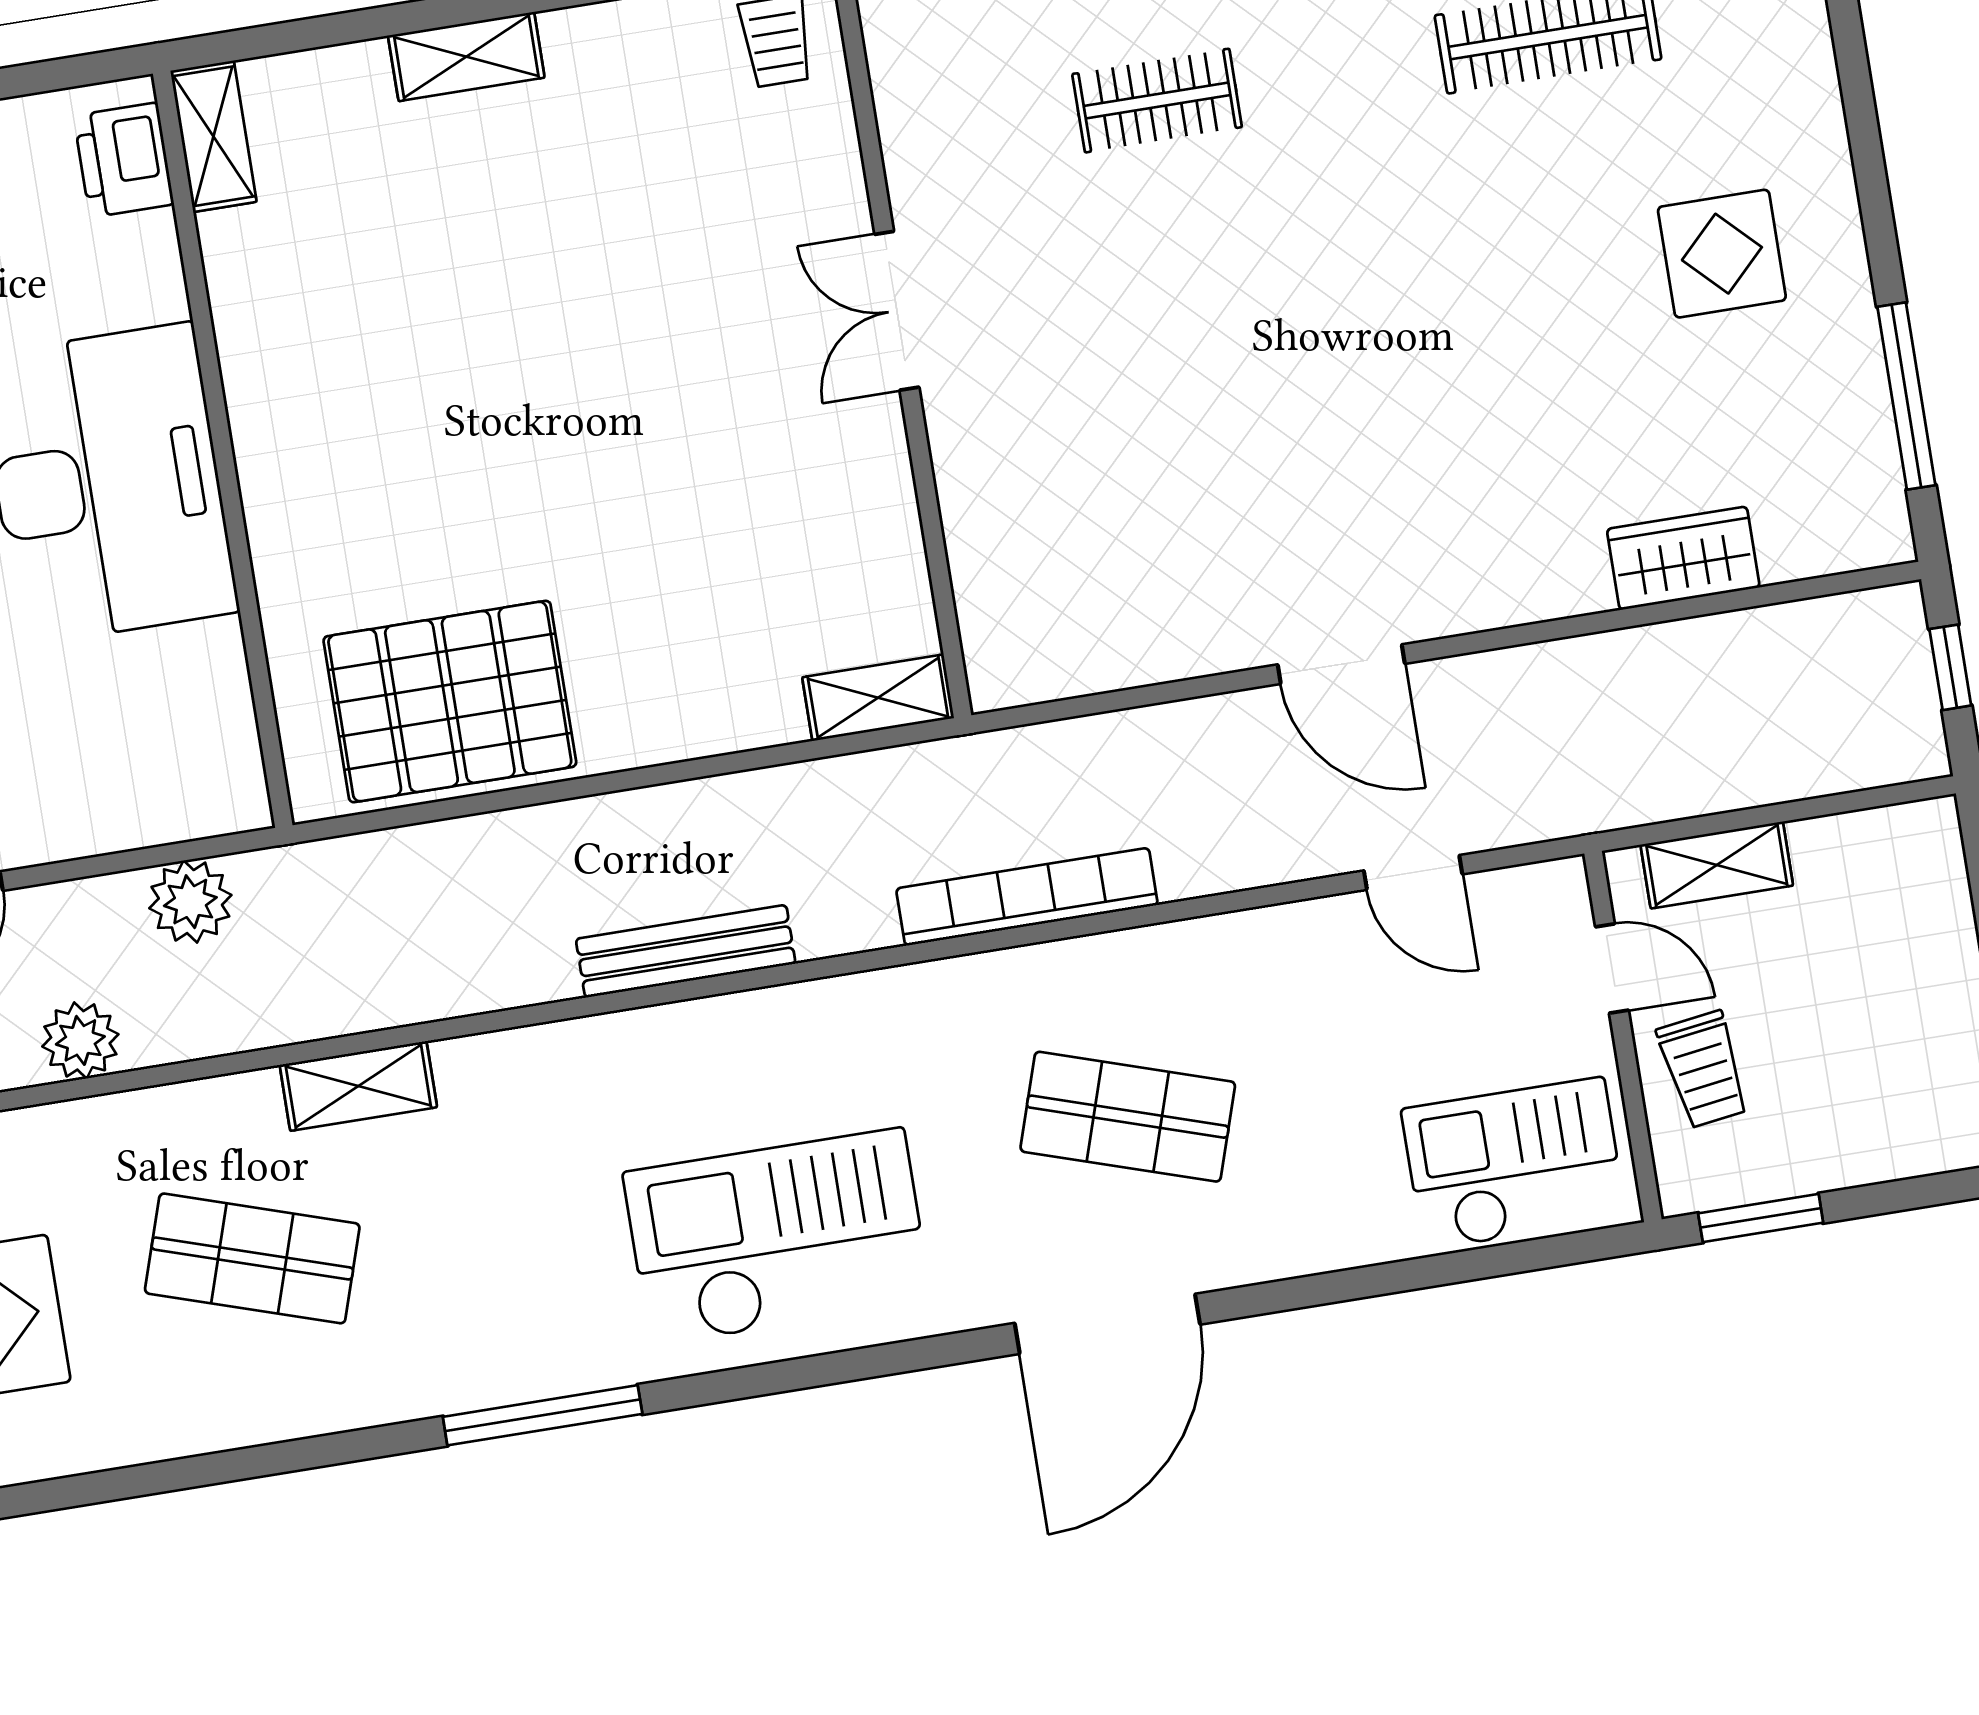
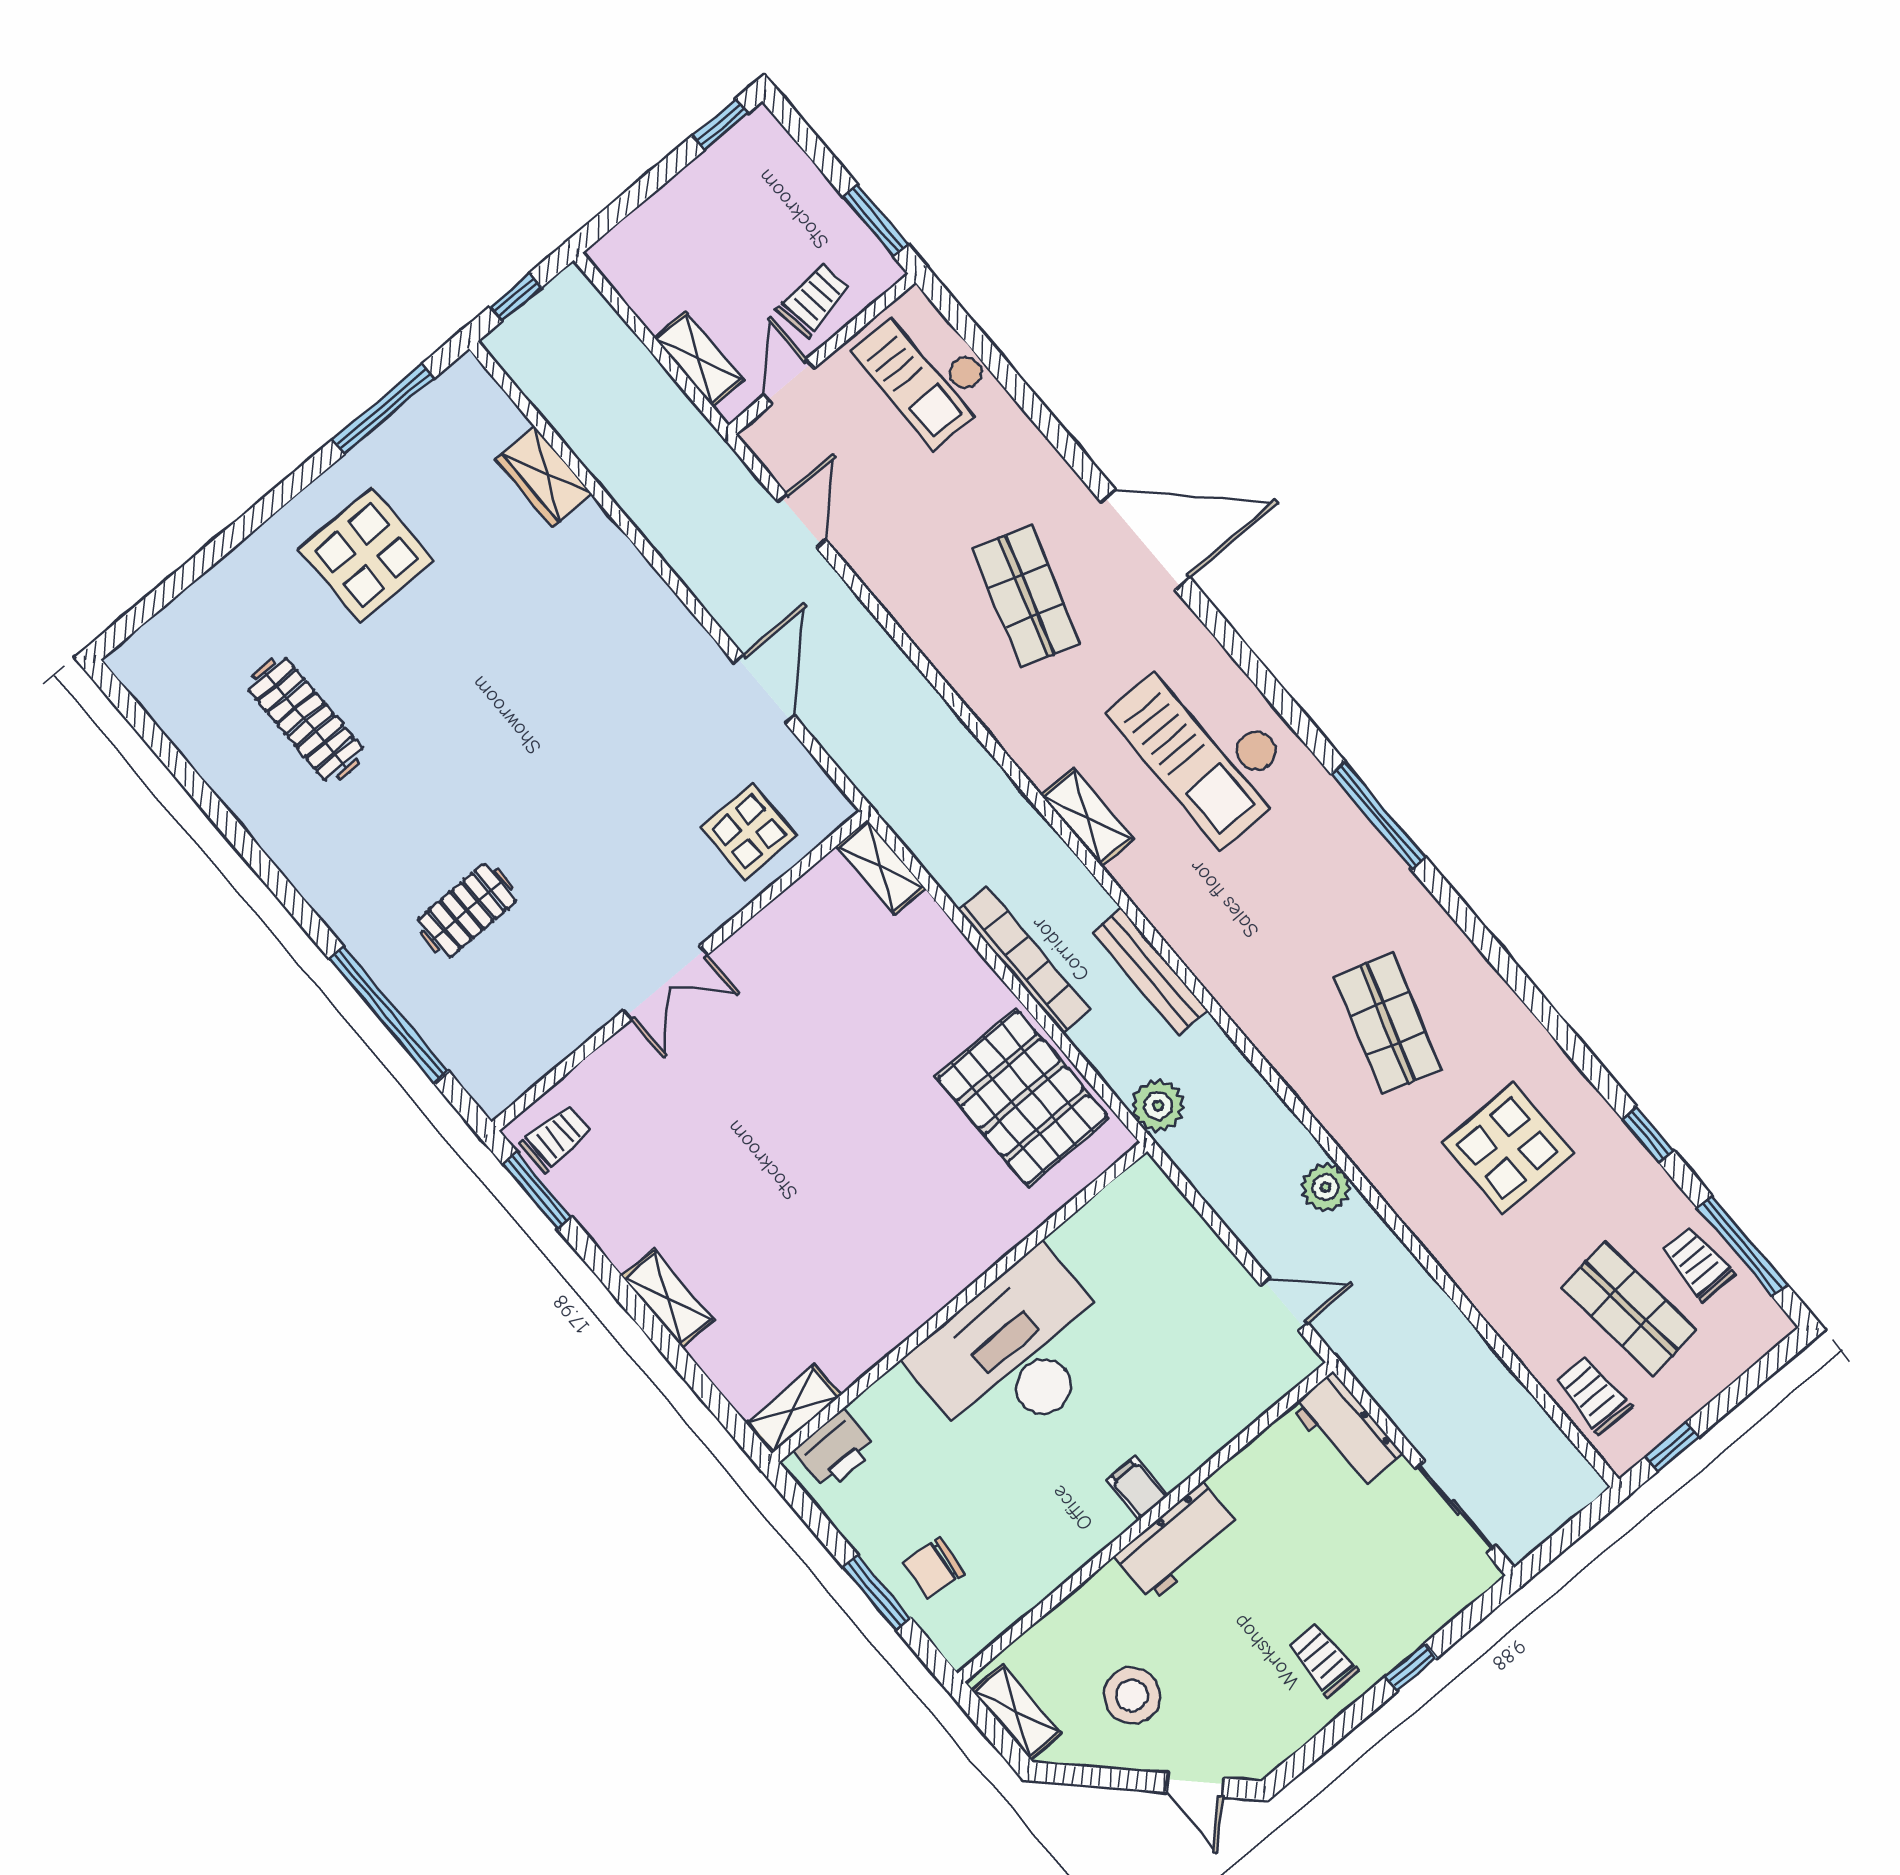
clothes rail: (1157, 101) -> (467, 910), turned 90
display table: (1722, 254) -> (366, 555), width x1.36, depth x1.36
display table: (1035, 547) -> (749, 831), added
door: (1341, 664) -> (764, 689), moved
bookcase: (1027, 897) -> (1024, 960), moved, turned 180
plant: (190, 902) -> (1158, 1106), moved
bench: (686, 951) -> (1150, 971), moved
shelving: (358, 1086) -> (1087, 817), moved

